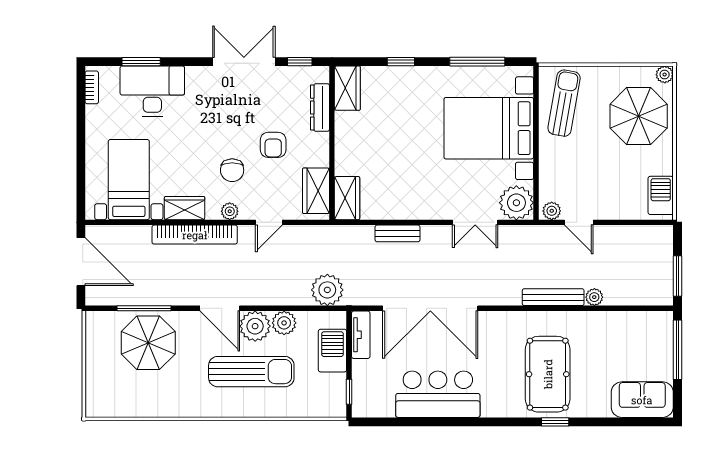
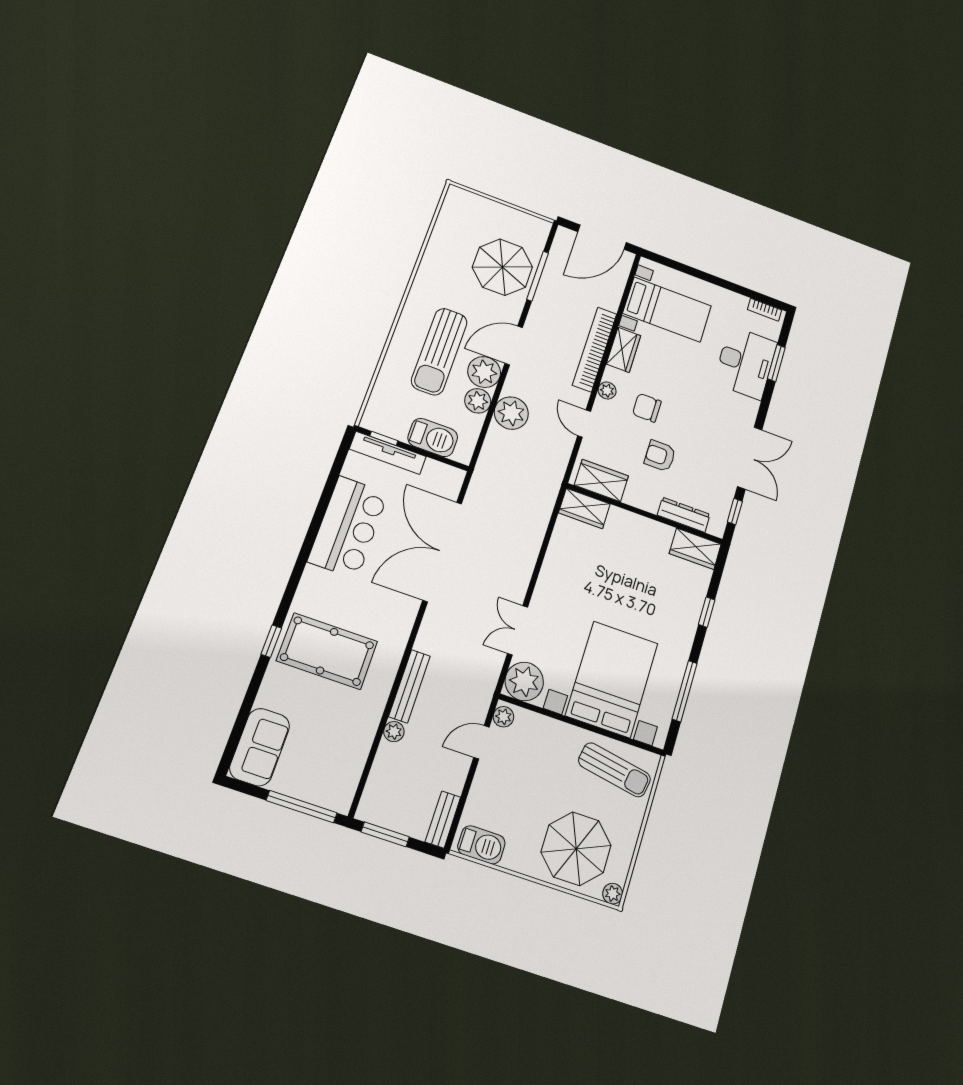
bench: (397, 233) -> (443, 819), moved
plant: (327, 290) -> (511, 413), moved
tv unit: (361, 335) -> (388, 453), moved, width x1.41

